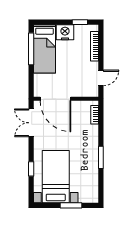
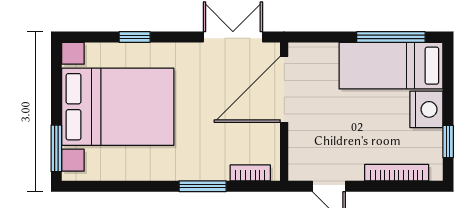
window: (101, 157) -> (203, 186), moved
bed with nightstands: (56, 177) -> (118, 107), width x1.36
window: (71, 205) -> (56, 148), moved

